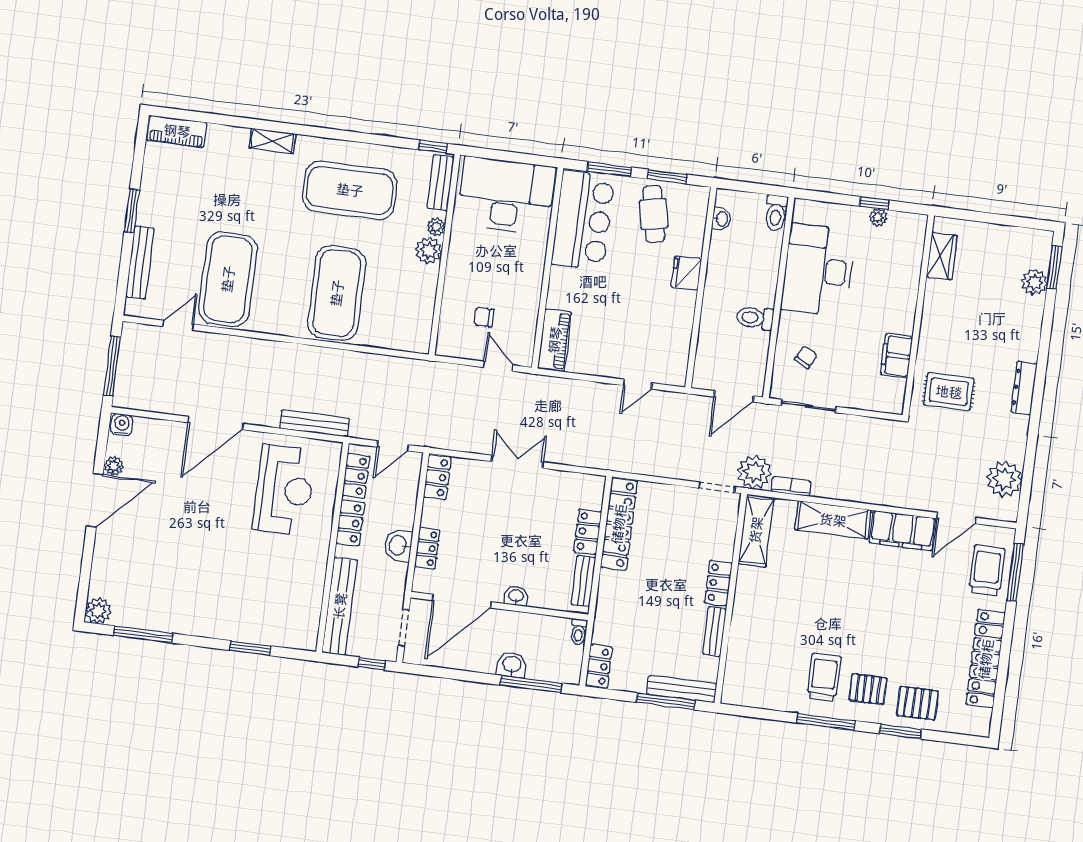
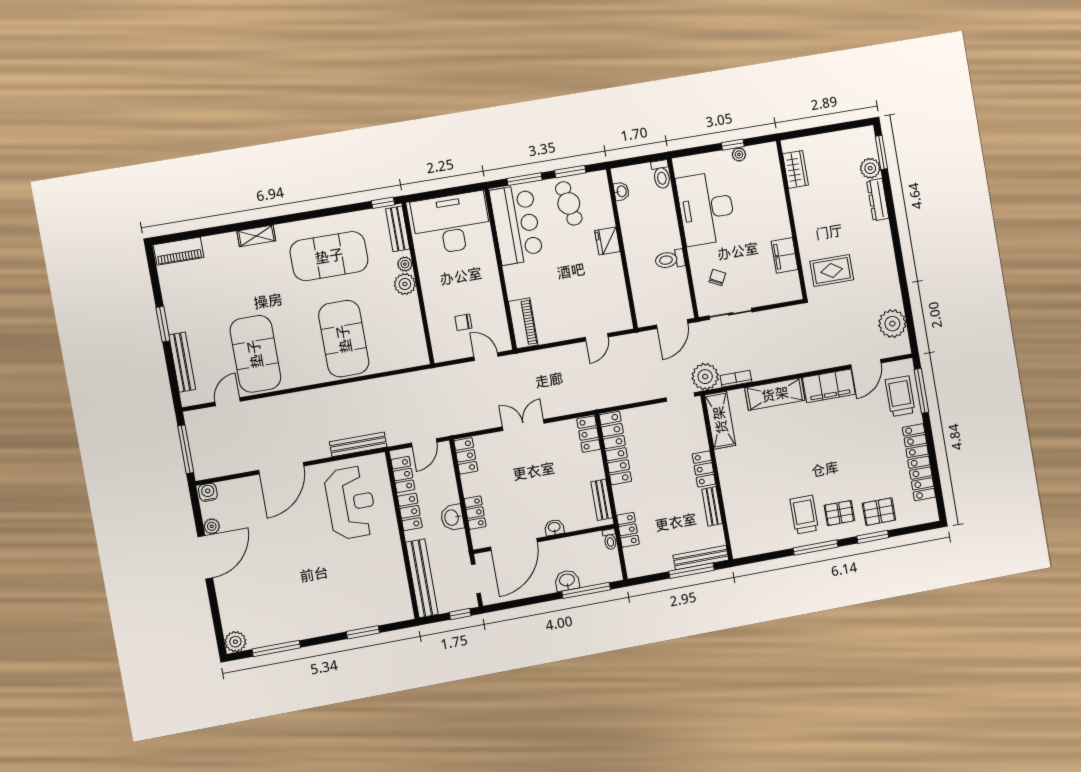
dresser: (1024, 388) -> (878, 200), moved
locker: (588, 532) -> (589, 434), moved
locker: (599, 666) -> (628, 530), moved

